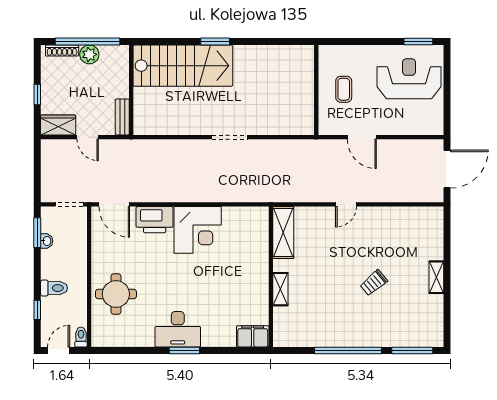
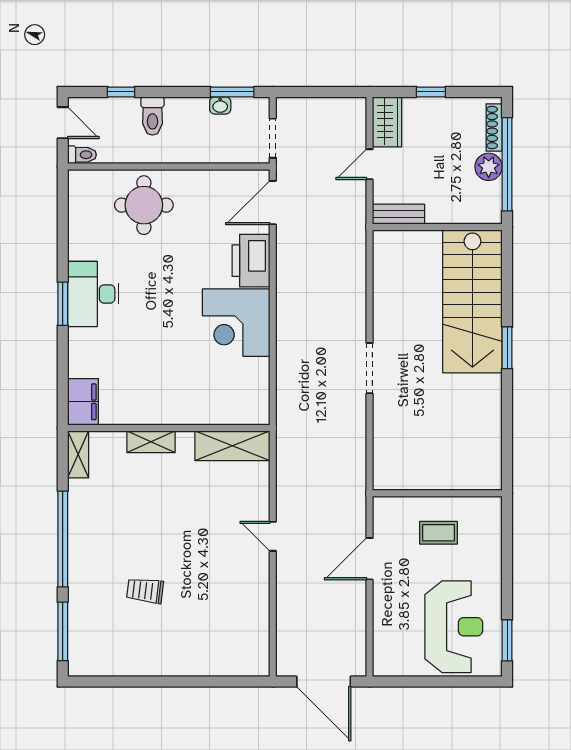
shelving: (436, 277) -> (78, 454), moved, turned 90
trolley: (374, 283) -> (145, 591), moved, turned -43

